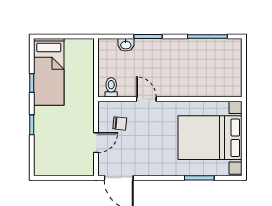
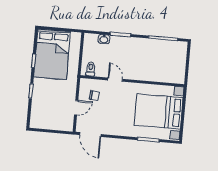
bed: (49, 72) -> (52, 54), width x1.50

